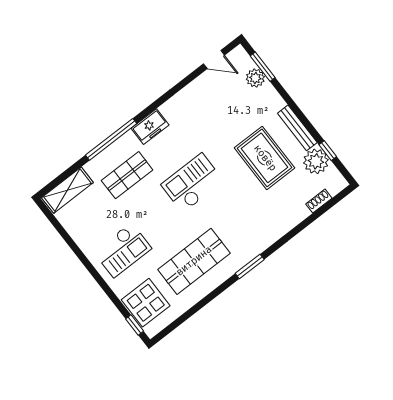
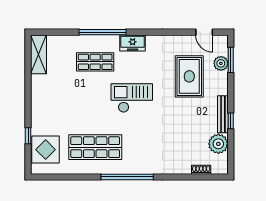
window: (328, 151) -> (231, 121), moved
rug: (265, 158) -> (189, 76), moved
shelving: (67, 190) -> (38, 54), moved, turned 90
checkout: (123, 250) -> (56, 106), removed
window: (250, 266) -> (127, 177), width x2.11
window: (135, 325) -> (28, 136), moved

